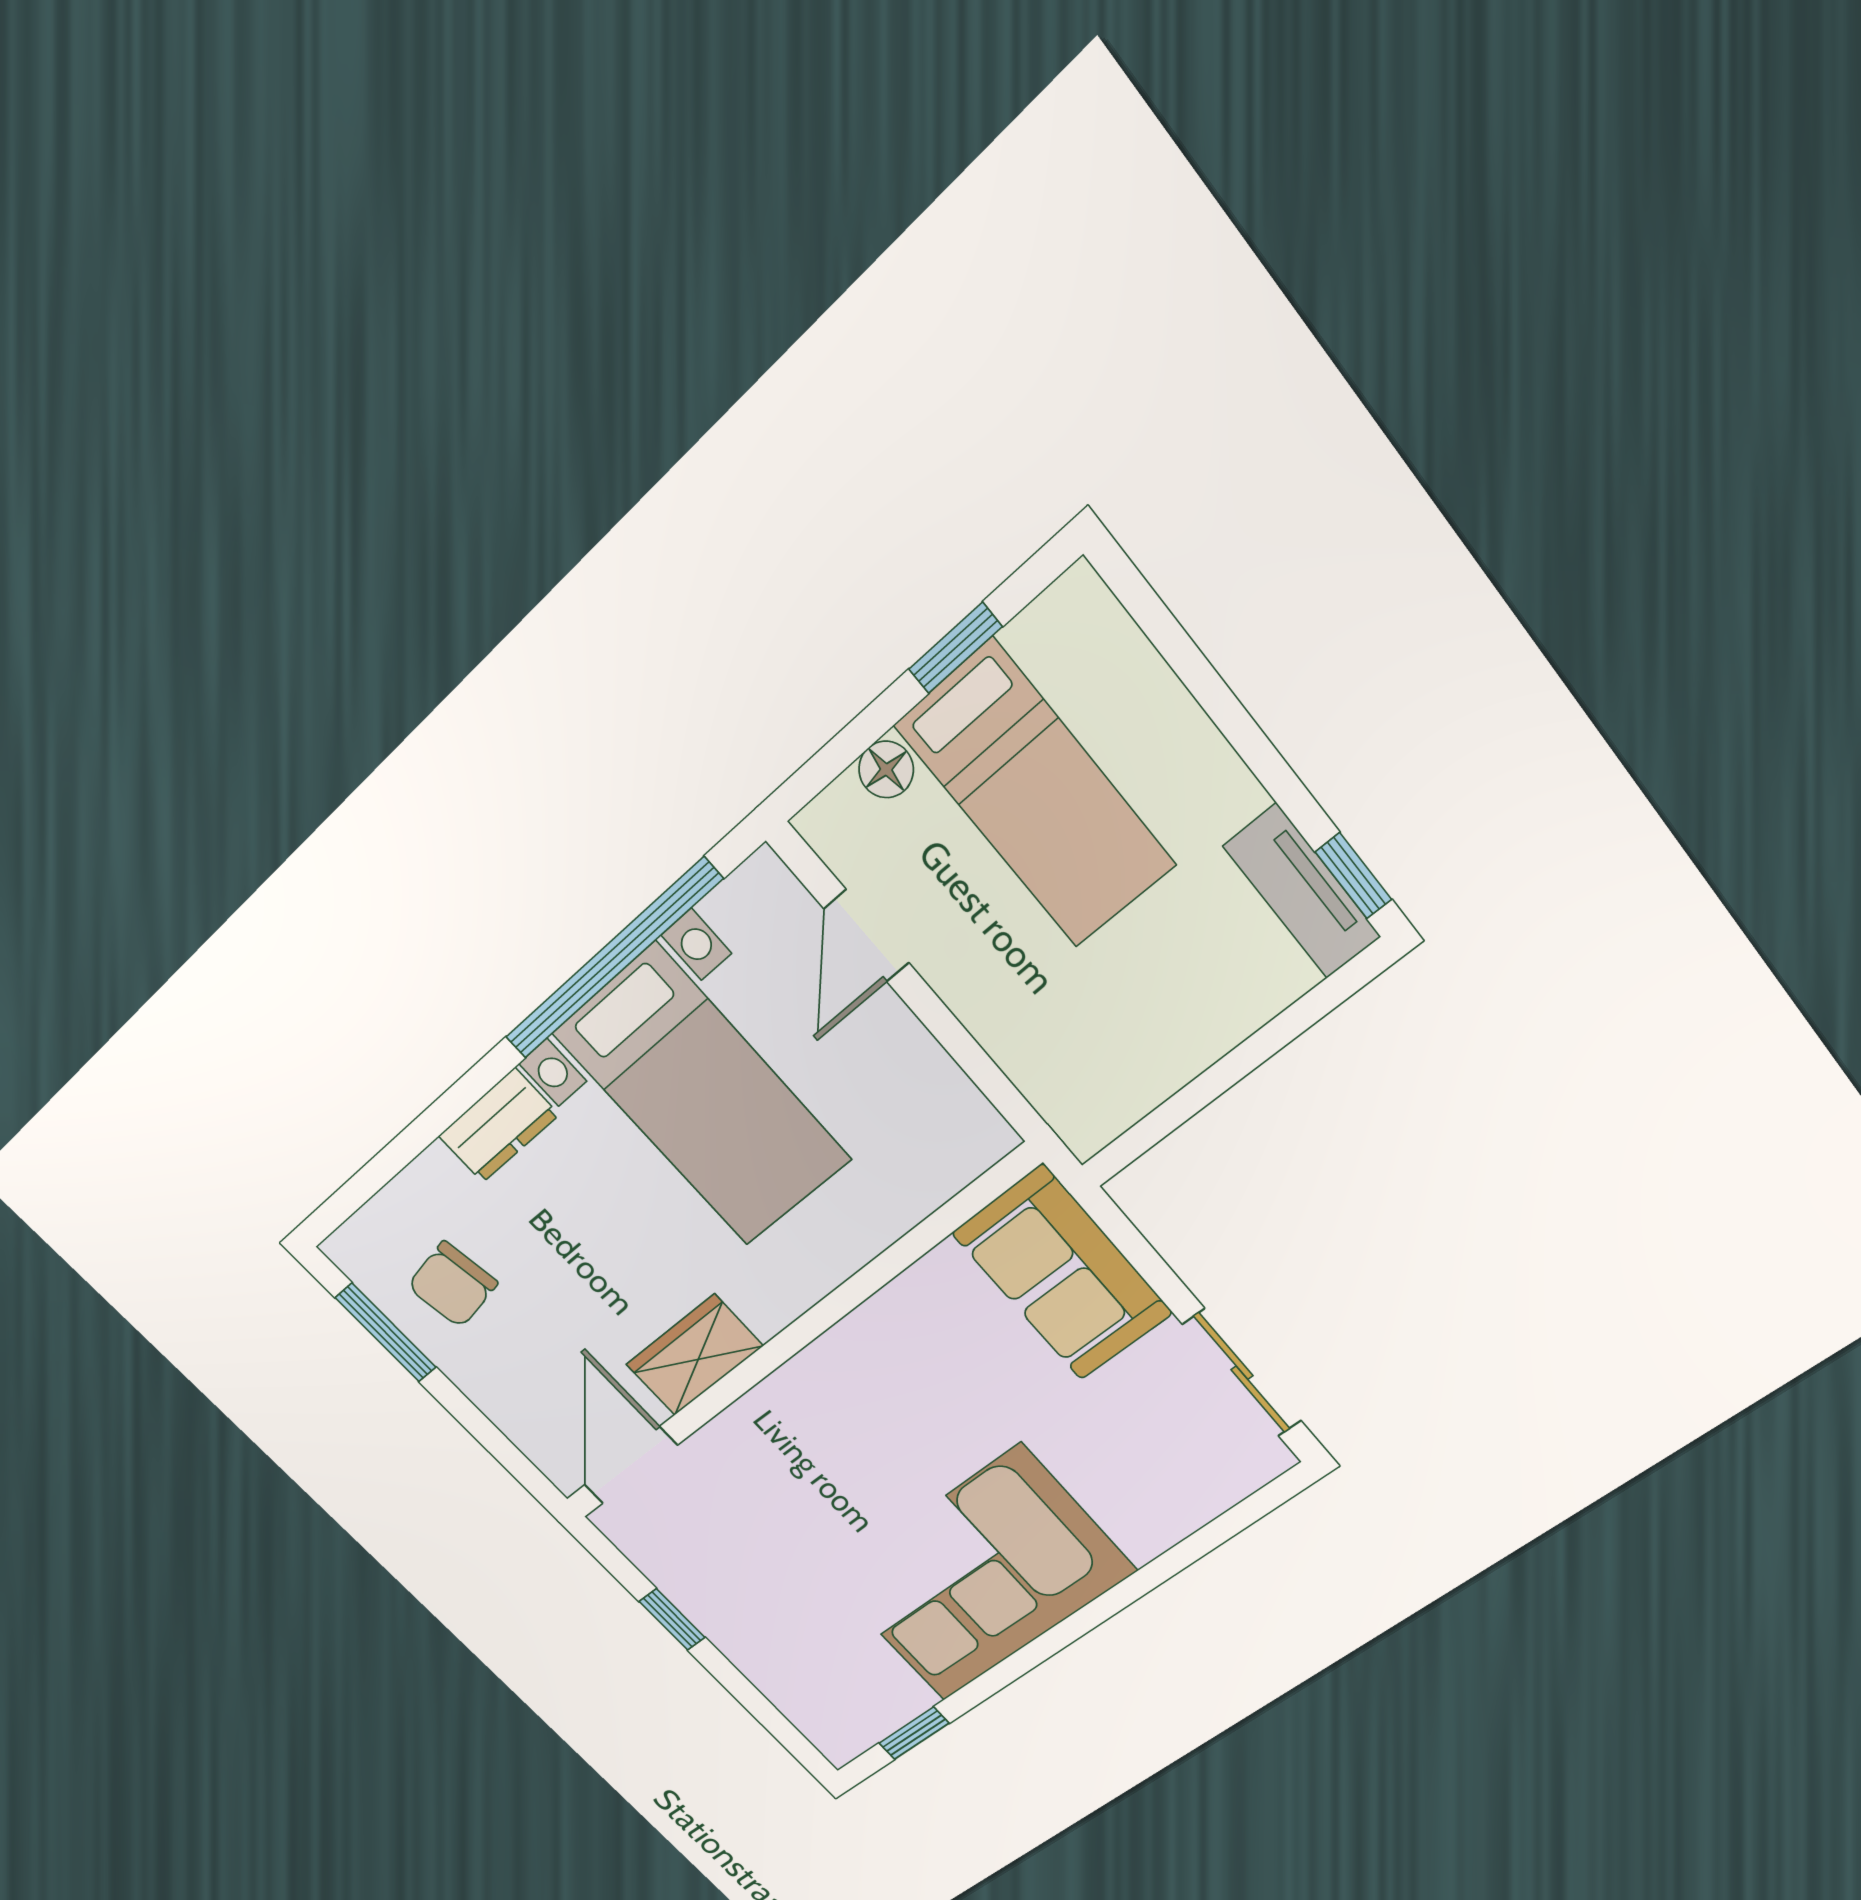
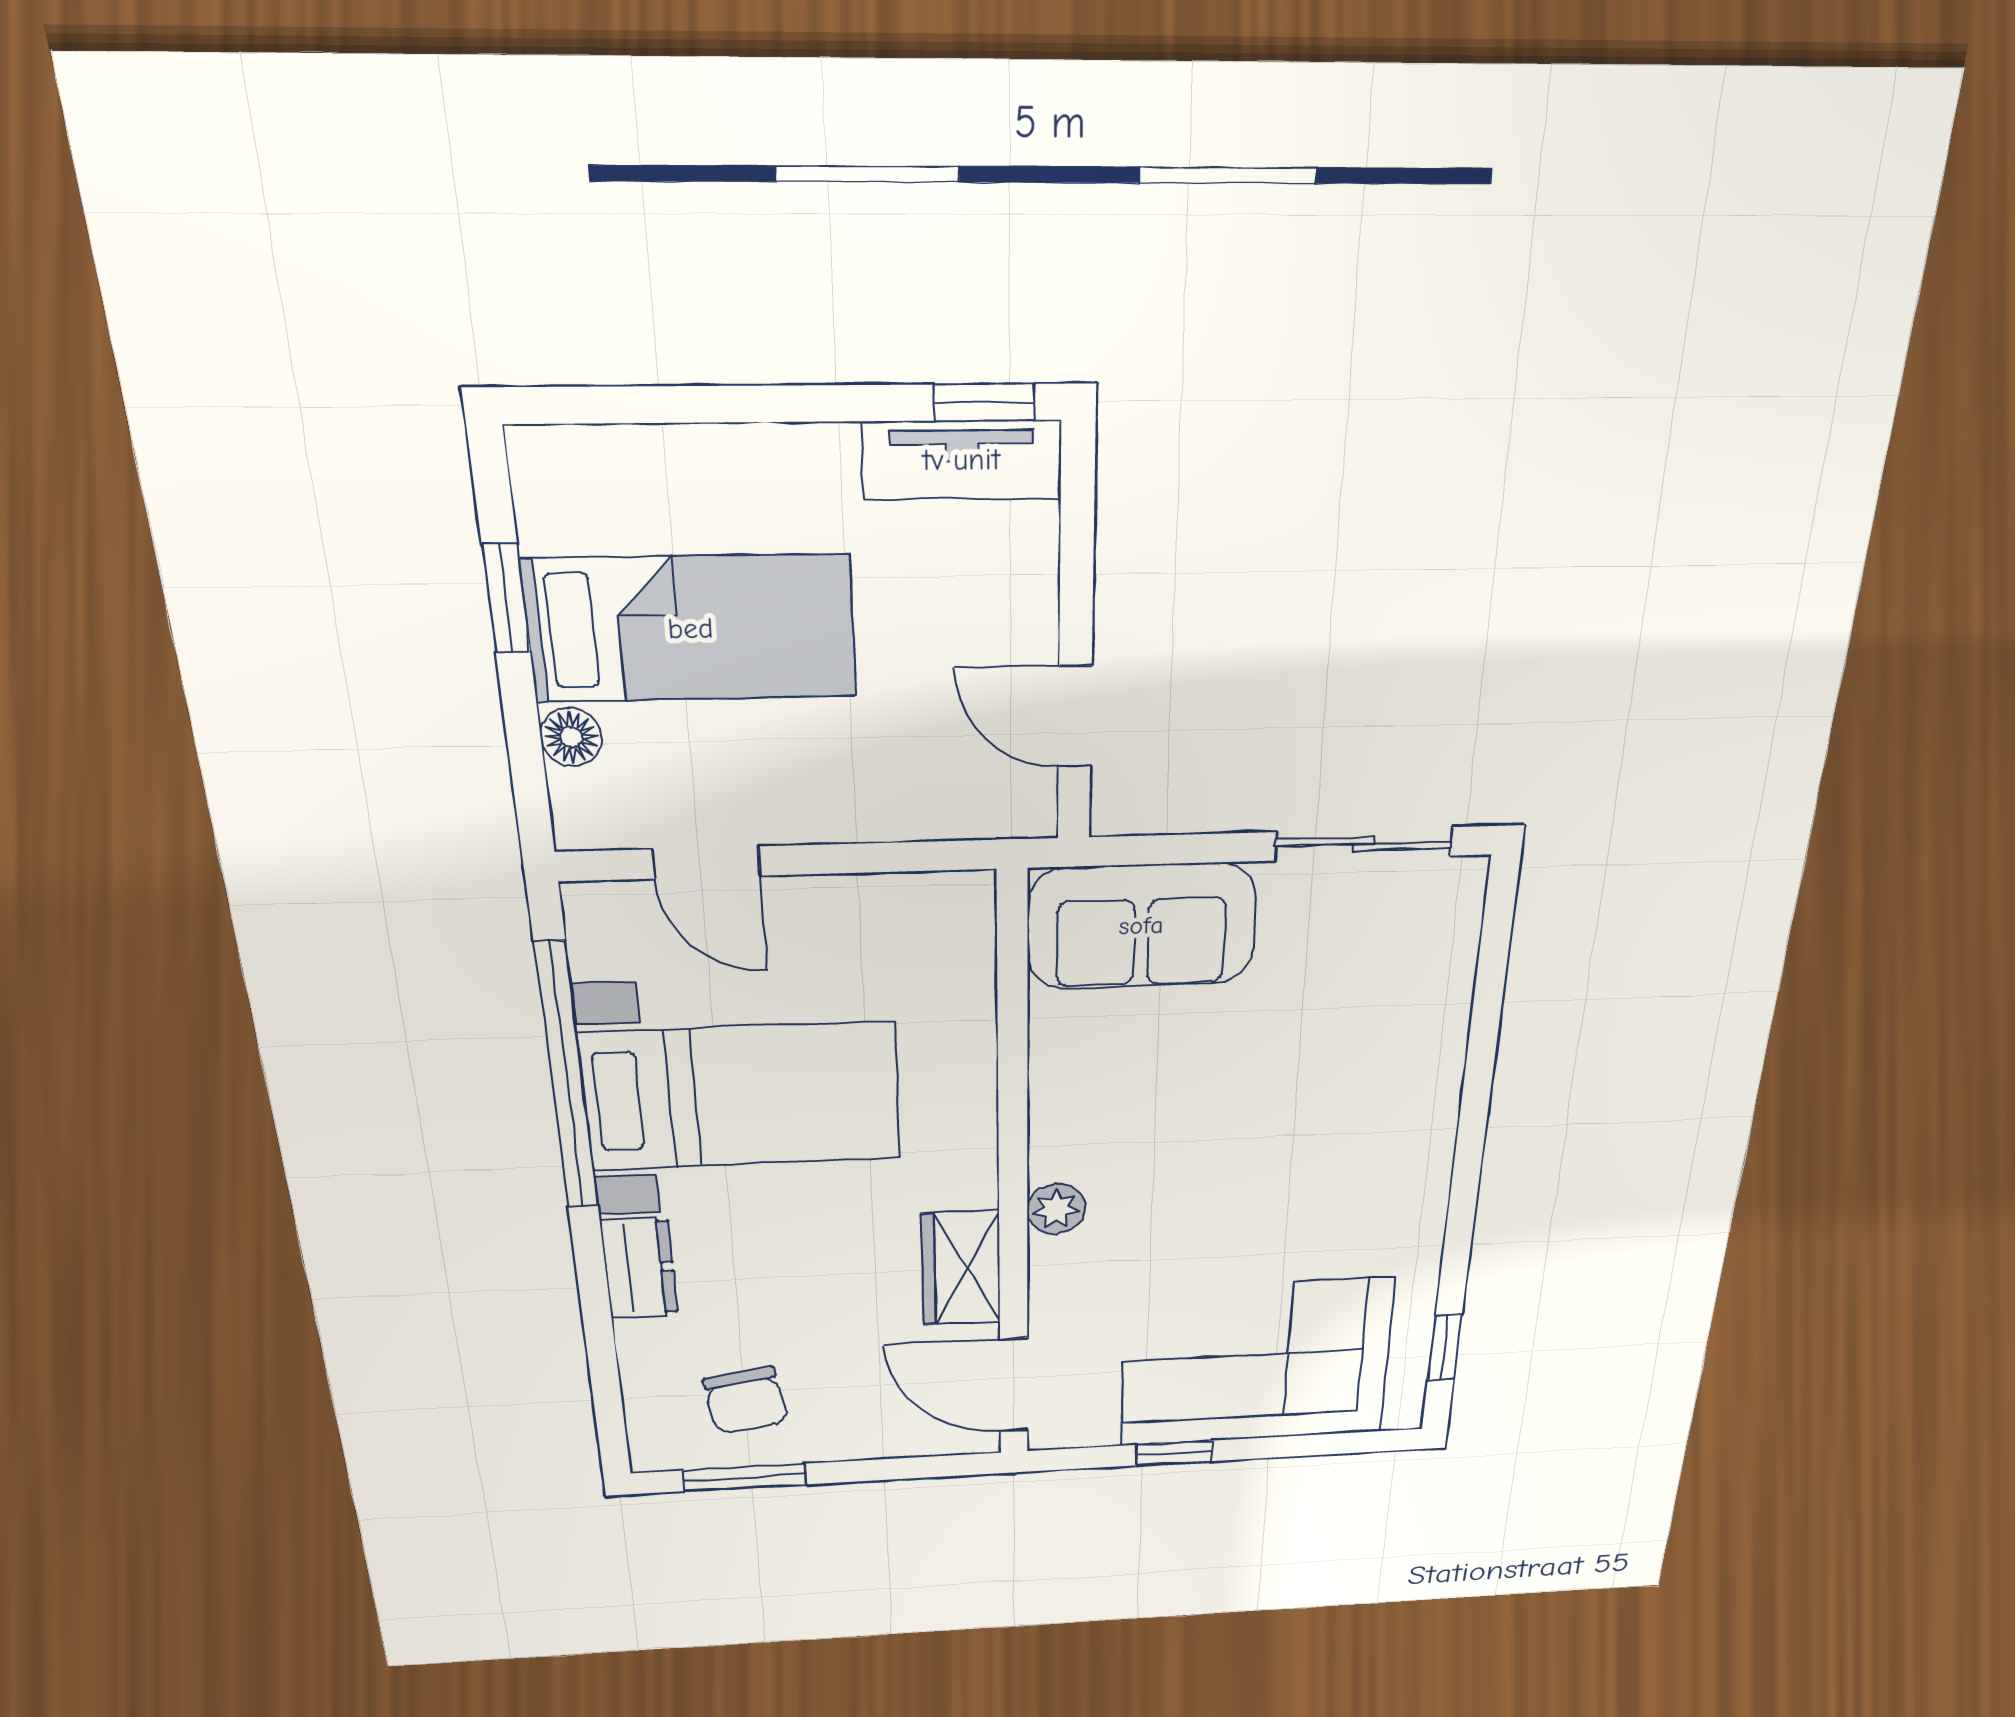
door: (1180, 1108) -> (1075, 716), added
plant: (798, 1385) -> (1056, 1209), added
corner sofa: (981, 1575) -> (1256, 1363), moved, turned 90

